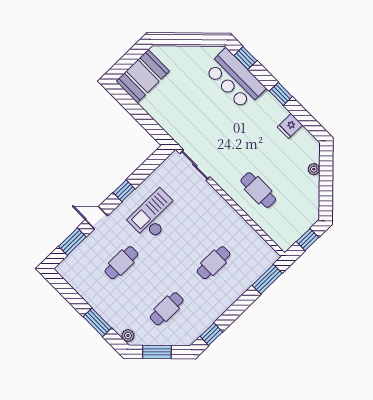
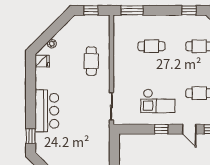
bar counter: (235, 79) -> (47, 111), moved
window: (281, 94) -> (31, 99), removed
fridge: (290, 126) -> (42, 61), moved

